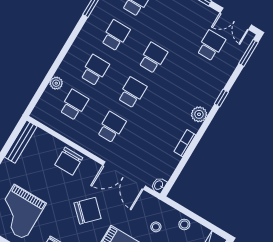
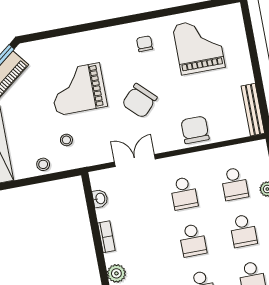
double door: (124, 175) -> (135, 161), width x0.73
washbasin: (159, 185) -> (100, 199), moved

